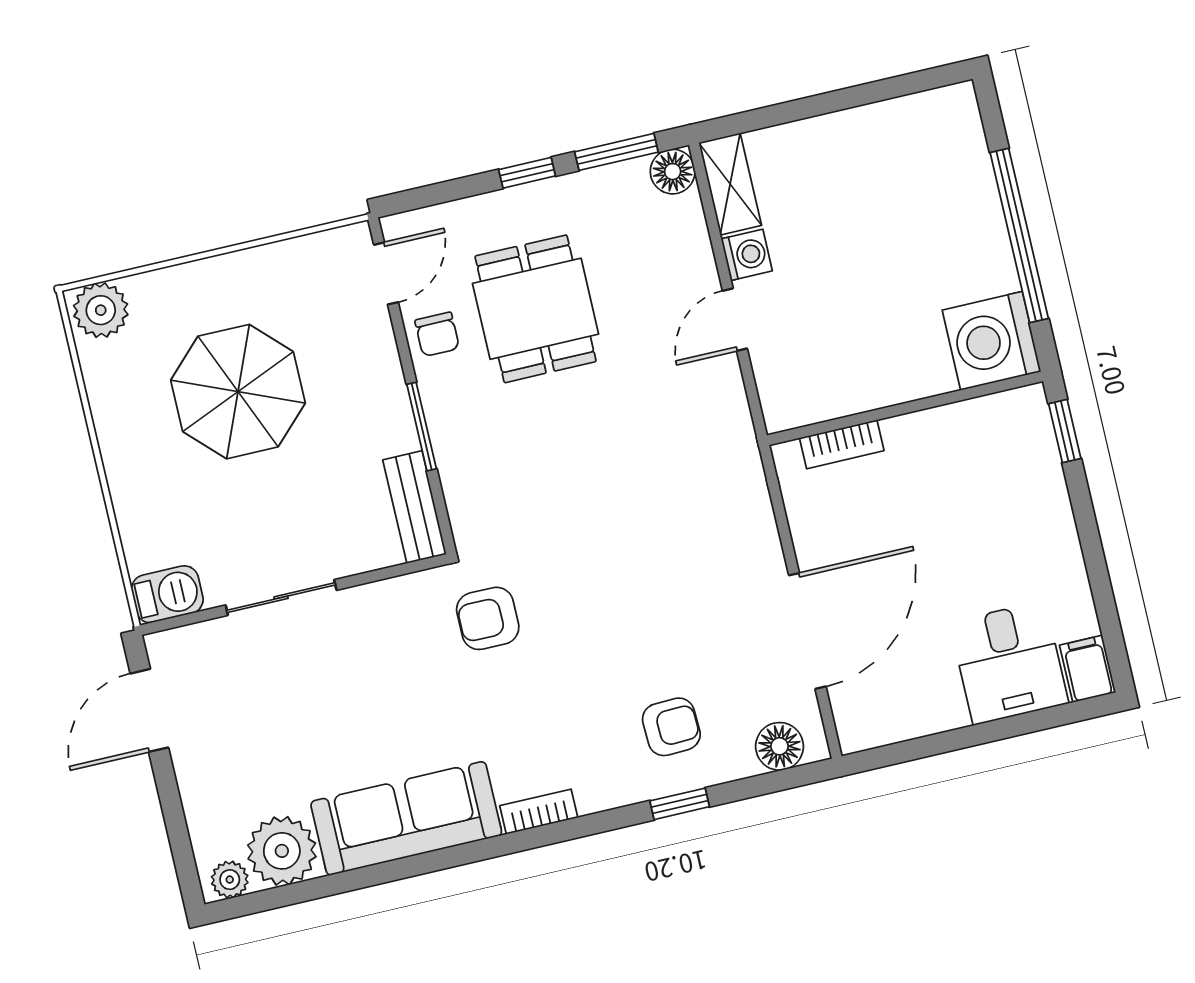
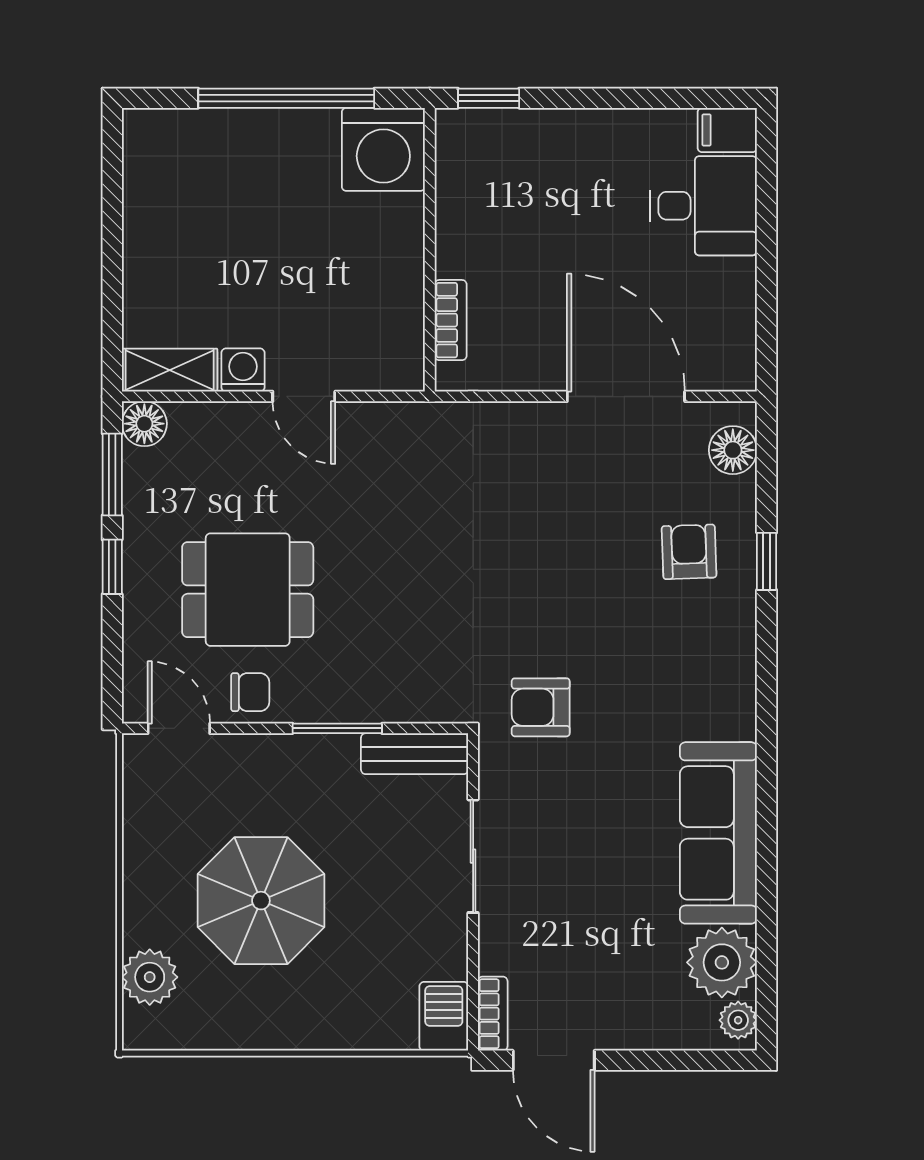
plant: (101, 310) -> (150, 977), moved
sliding door: (281, 598) -> (473, 856), moved
armchair: (488, 618) -> (541, 707), turned 90
bookcase: (539, 812) -> (493, 1014), moved, turned 180

